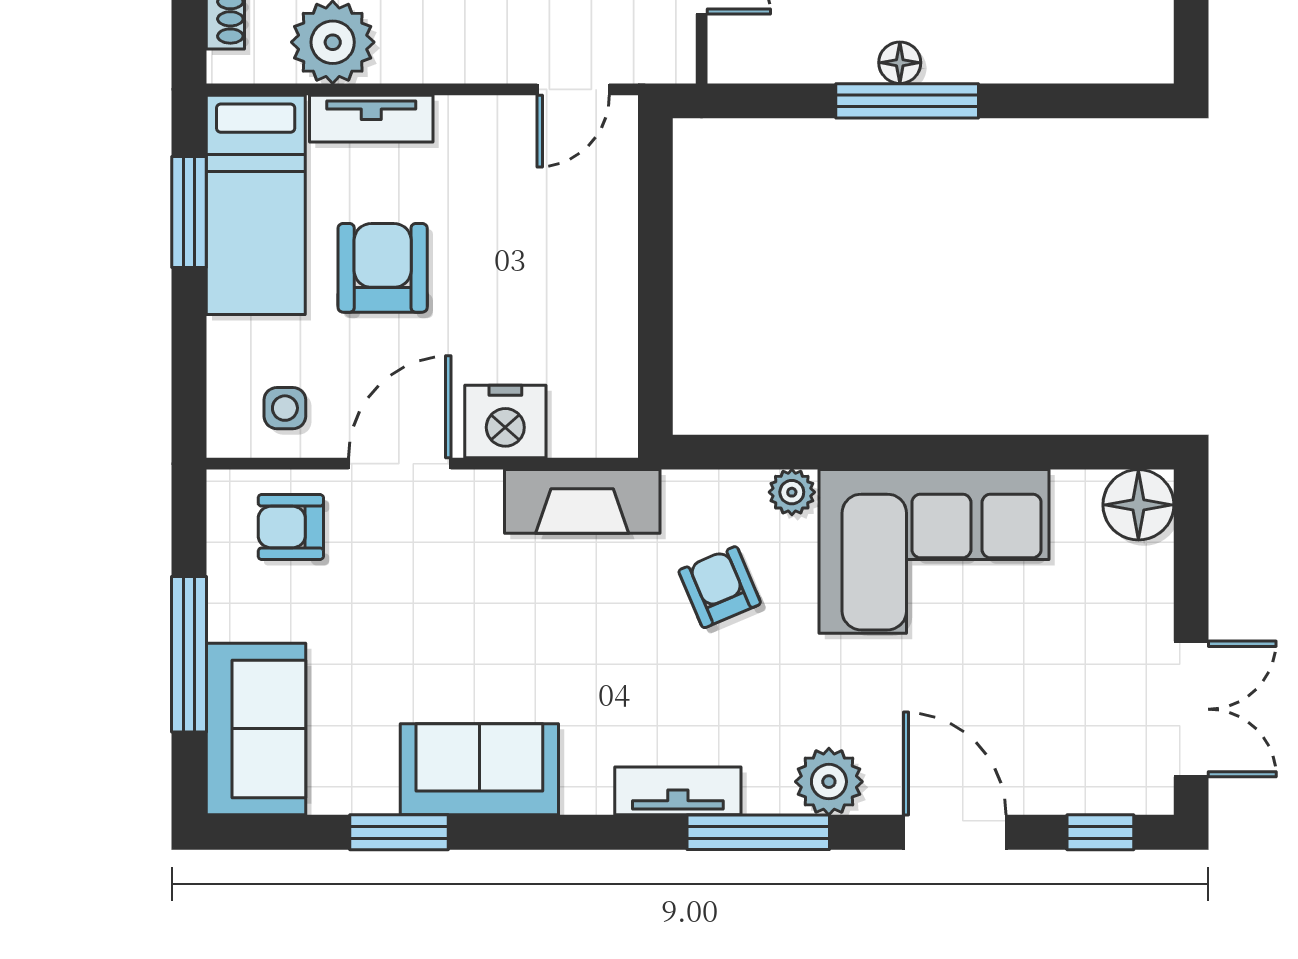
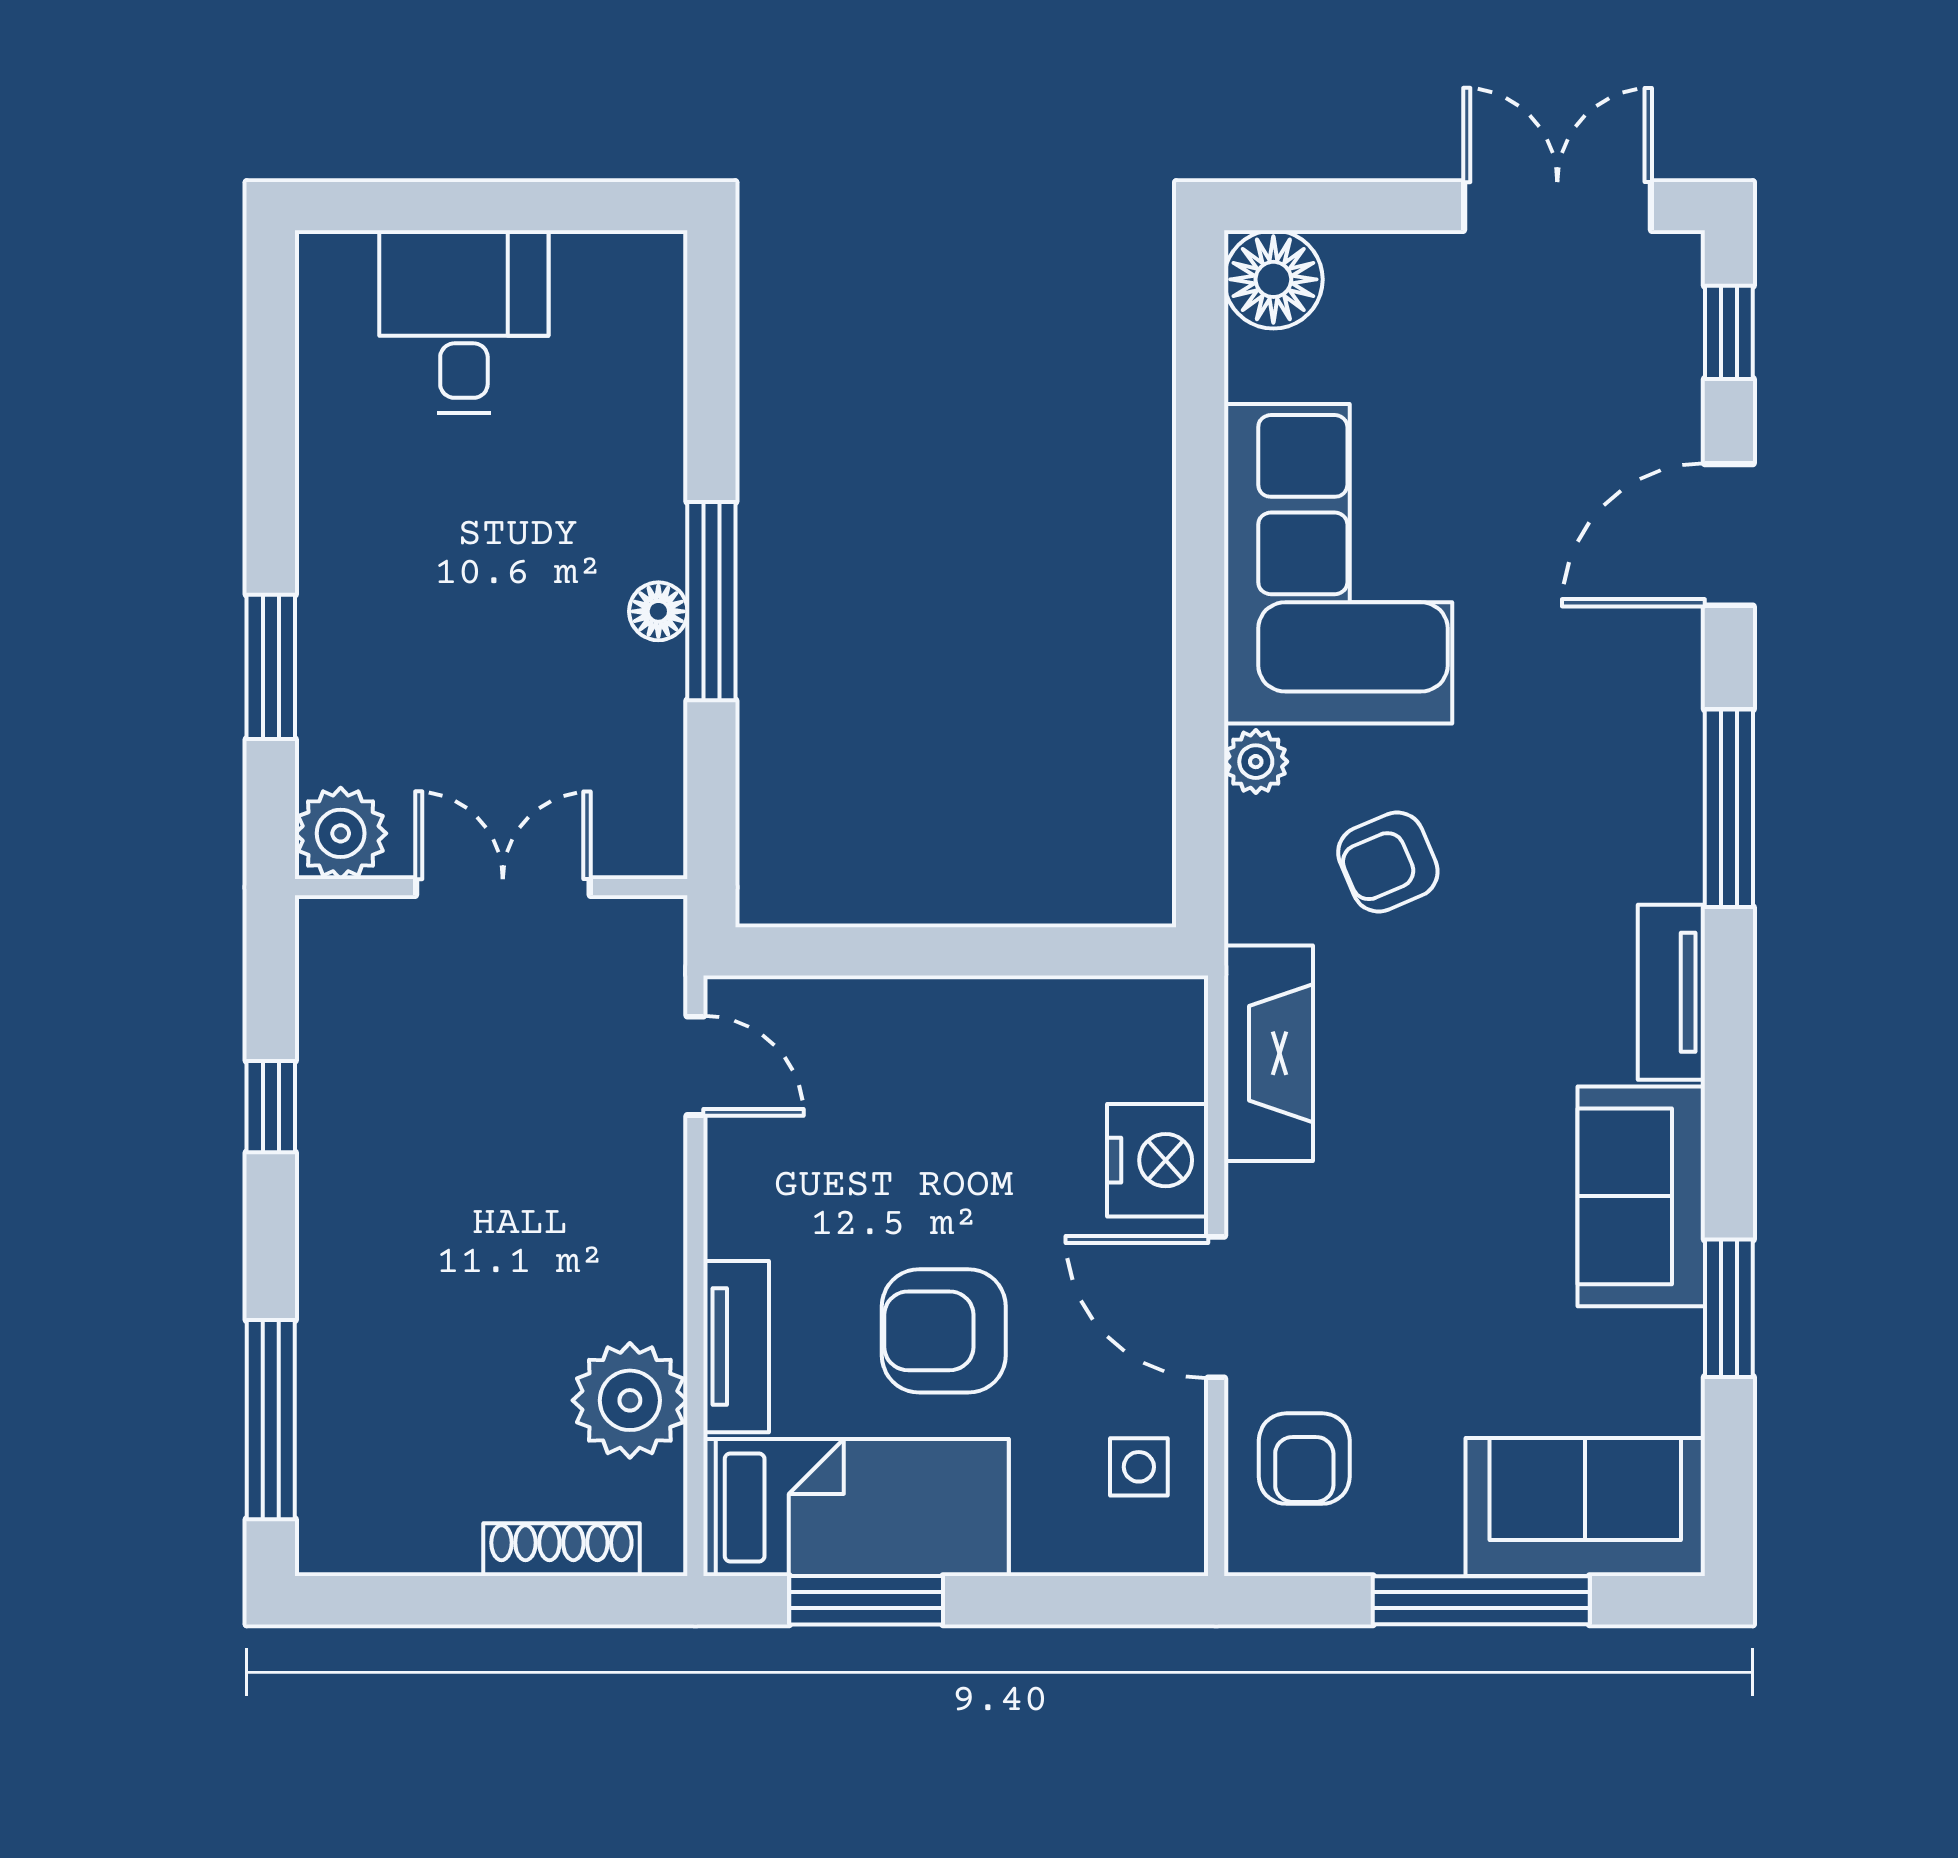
plant: (829, 782) -> (1658, 710), removed
tv unit: (678, 791) -> (1671, 992), moved

